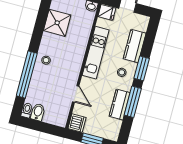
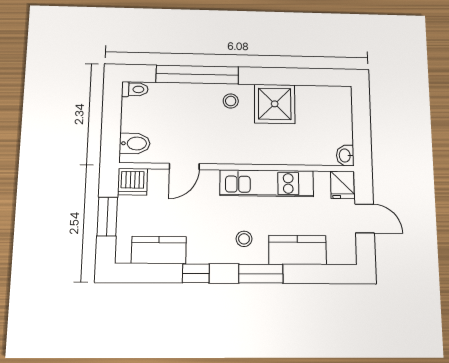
shower: (57, 23) -> (275, 104), moved
window: (133, 102) -> (196, 273), width x0.46
kitchen counter: (120, 104) -> (159, 250), moved
bidet: (38, 112) -> (135, 143), moved

